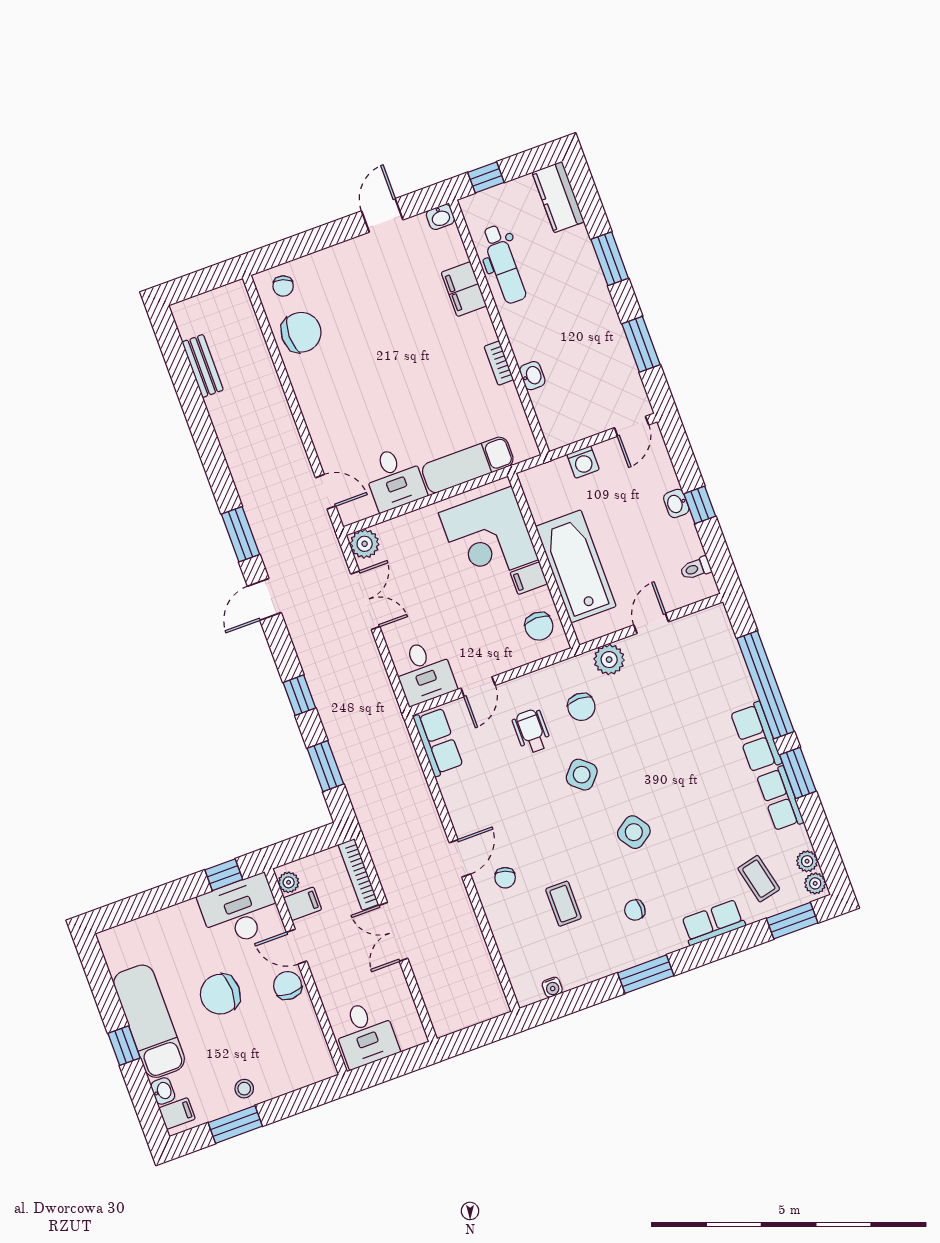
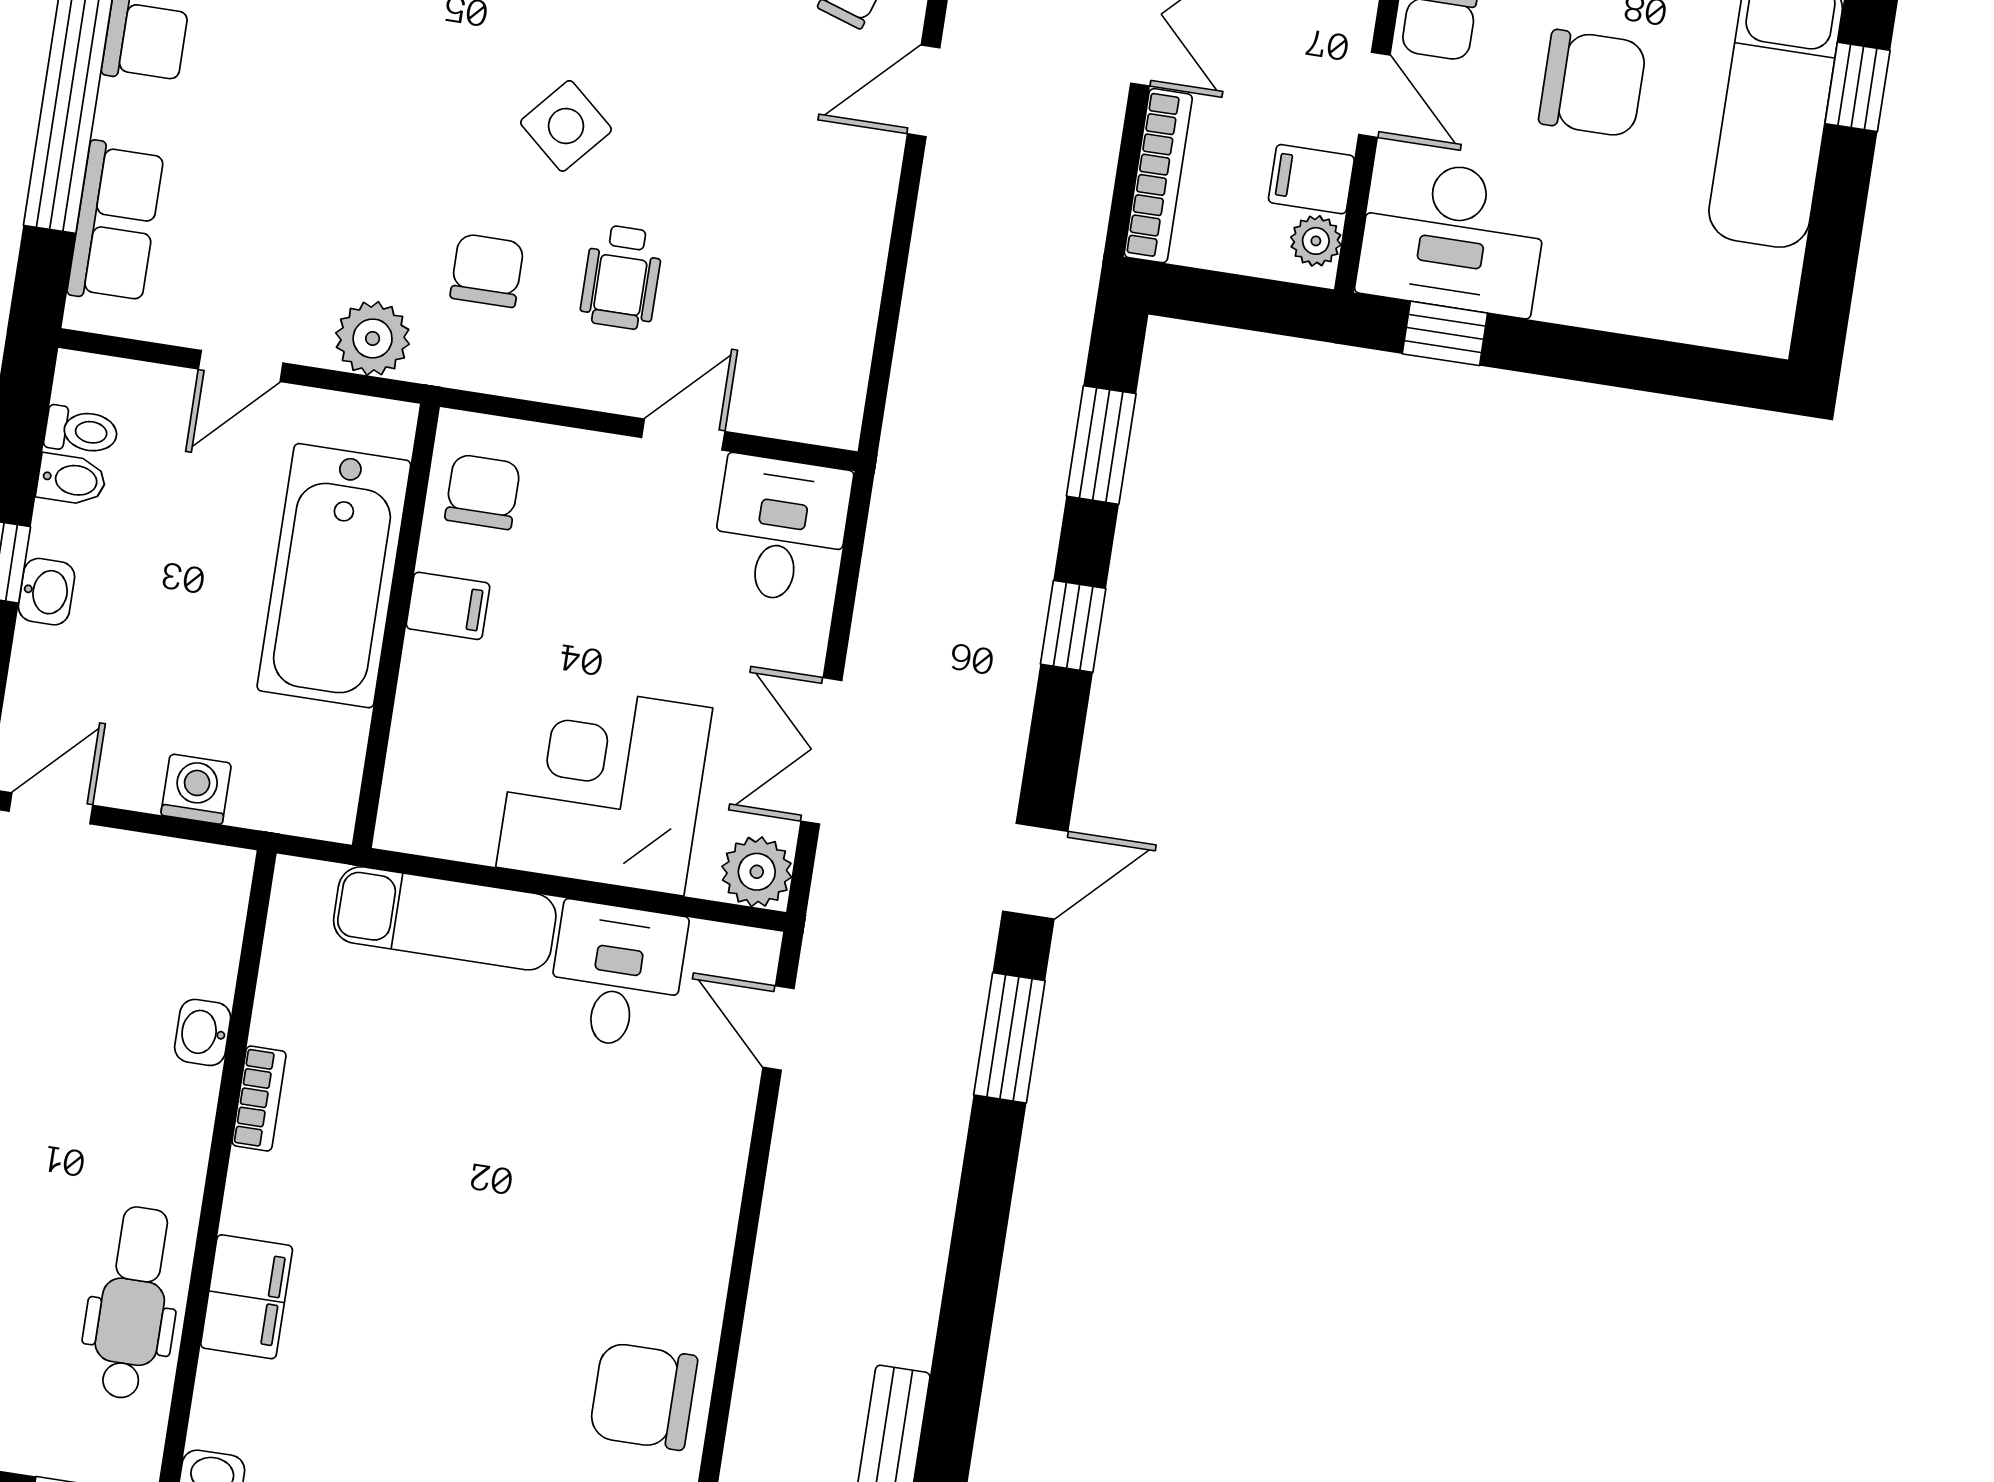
corner desk: (488, 536) -> (604, 788), moved, turned -90
bidet: (690, 549) -> (72, 480), added
row of seats: (438, 742) -> (116, 223), moved, turned 180

